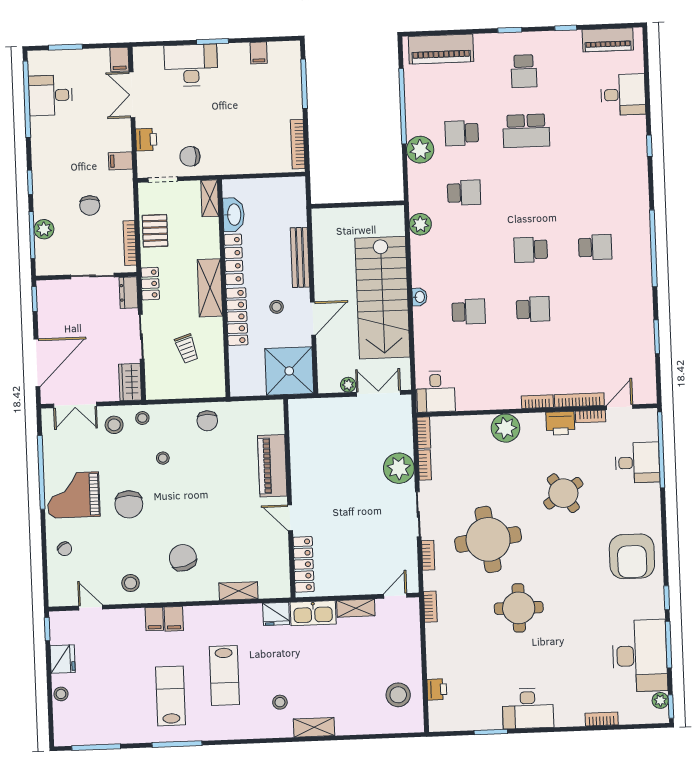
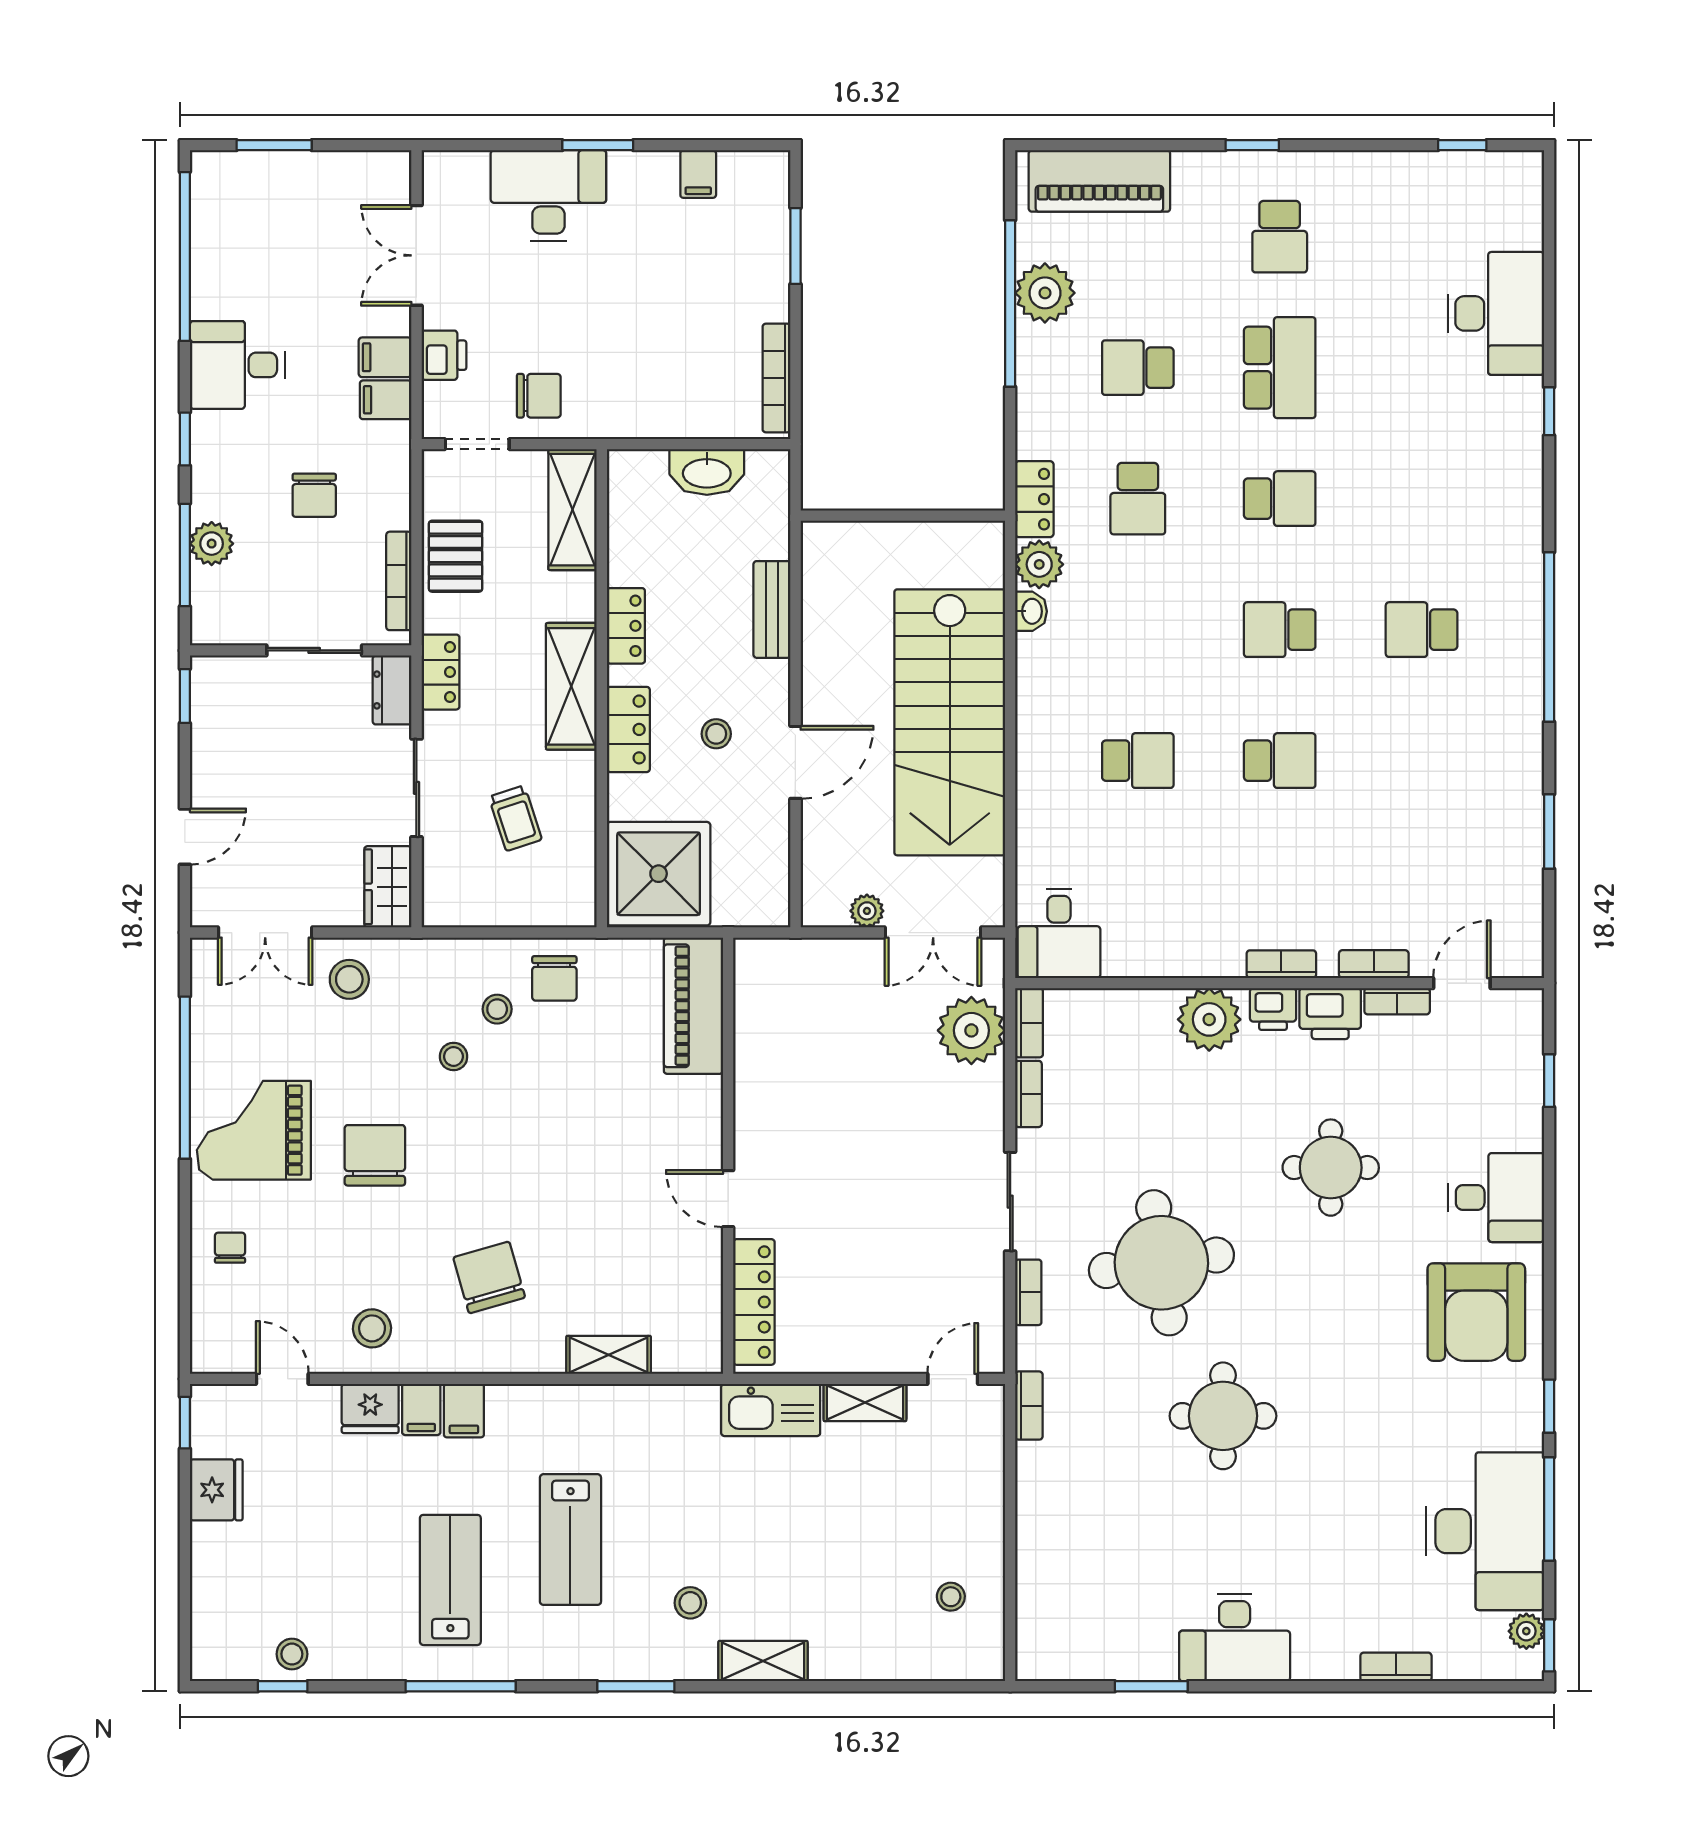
window: (566, 28) -> (1462, 145), moved
piano: (608, 40) -> (1467, 175), removed
filing cabinet: (119, 59) -> (385, 357), moved, turned 90
window: (304, 84) -> (795, 246), width x0.69
desk: (50, 95) -> (237, 365), moved
desk: (623, 95) -> (1496, 313), width x1.37
school desk: (526, 131) -> (1280, 368), turned -90
plant: (420, 150) -> (1045, 293), moved
chair: (190, 156) -> (539, 396), turned 180
school desk: (528, 190) -> (1280, 499), added
school desk: (464, 193) -> (1138, 499), turned 90
locker: (417, 195) -> (1034, 499), added
shelving: (210, 198) -> (573, 510), width x1.50, depth x1.33
washbasin: (234, 215) -> (707, 472), moved, turned 90
school desk: (595, 247) -> (1422, 630), turned 180
bench: (300, 257) -> (772, 609), width x0.73
locker: (234, 259) -> (626, 626), width x0.66
washbasin: (419, 297) -> (1031, 611), moved
locker: (237, 317) -> (628, 729), width x0.66
door: (37, 363) -> (185, 837), width x0.53
shower: (289, 371) -> (659, 874), moved
double door: (379, 393) -> (933, 933), swing flipped
bookcase: (579, 400) -> (1374, 964), width x0.64
stool: (142, 418) -> (497, 1009), moved
window: (661, 450) -> (1549, 1081), width x0.32
desk: (637, 463) -> (1496, 1198), moved
piano: (272, 466) -> (693, 1006), moved
plant: (399, 468) -> (971, 1030), moved
round table: (563, 493) -> (1331, 1168), turned 34
chair: (129, 504) -> (375, 1155), turned 180
chair: (65, 549) -> (230, 1248), turned -148
fridge: (276, 614) -> (370, 1408), moved
printer: (437, 689) -> (1273, 1009), moved, turned 90
stool: (61, 694) -> (292, 1654), moved
stool: (398, 695) -> (951, 1597), width x0.53, depth x0.53
window: (257, 741) -> (636, 1686), added
window: (96, 747) -> (283, 1686), width x0.46

